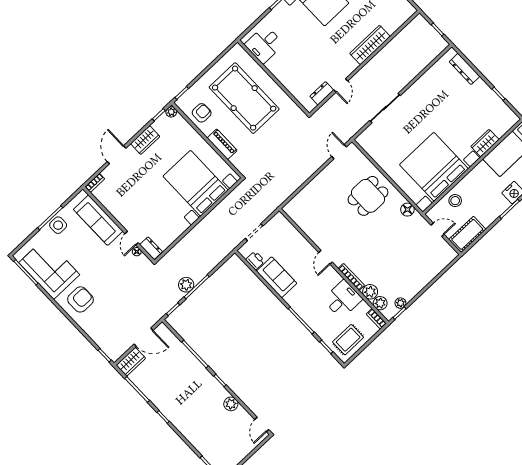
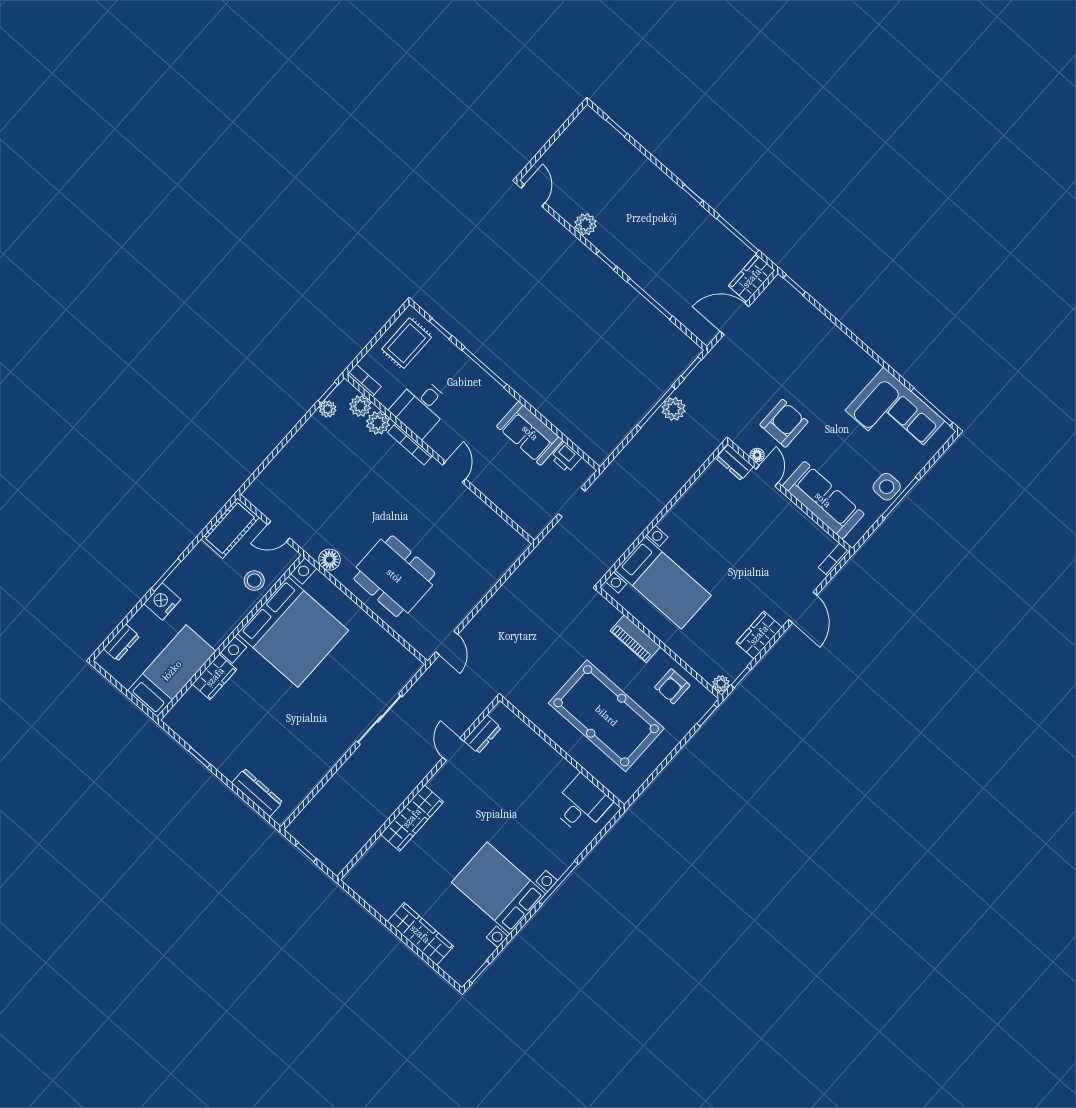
bed with nightstands: (196, 183) -> (663, 583), width x0.73
dining table: (368, 196) -> (394, 576), width x1.38
armchair: (80, 299) -> (784, 423), moved, turned 180

